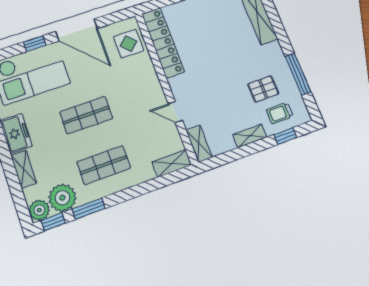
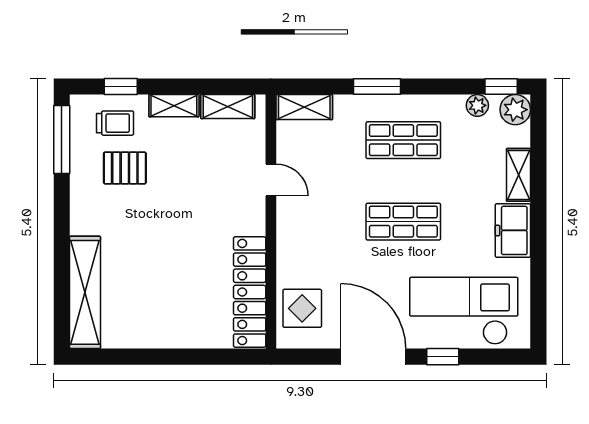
window: (298, 74) -> (62, 140), moved
shelving: (199, 144) -> (228, 107), moved, turned 90
plant: (62, 198) -> (477, 105), width x0.53, depth x0.53
window: (89, 209) -> (377, 87), moved

